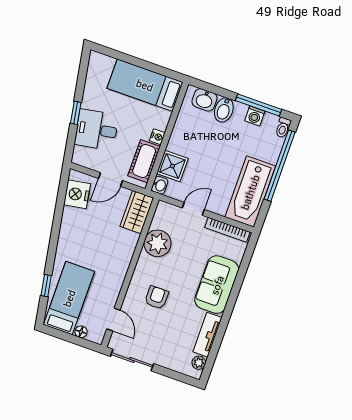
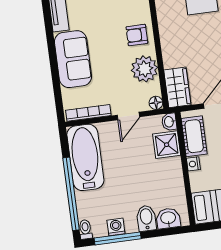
floor lamp: (163, 208) -> (156, 103), added
armchair: (157, 297) -> (137, 35), moved, turned 90

